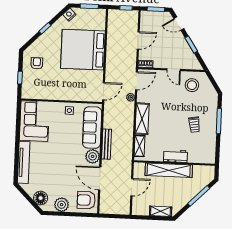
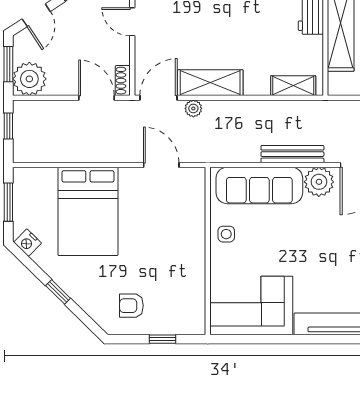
plant: (148, 19) -> (29, 79), added
door: (138, 41) -> (96, 98), moved
bed: (83, 50) -> (88, 211), width x0.73
door: (174, 70) -> (132, 22), swing flipped
door: (136, 81) -> (159, 98), hinge flipped
door: (104, 91) -> (161, 165), moved
shelving: (142, 119) -> (210, 83), moved

